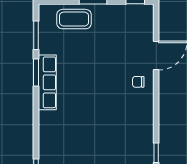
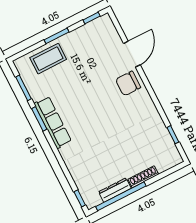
chair: (138, 82) -> (128, 83), width x1.87, depth x1.87

